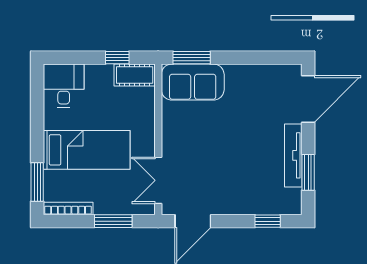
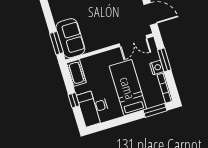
window: (117, 58) -> (74, 100), moved
desk: (64, 86) -> (94, 108), width x1.37
nightstand: (105, 206) -> (157, 67), added

